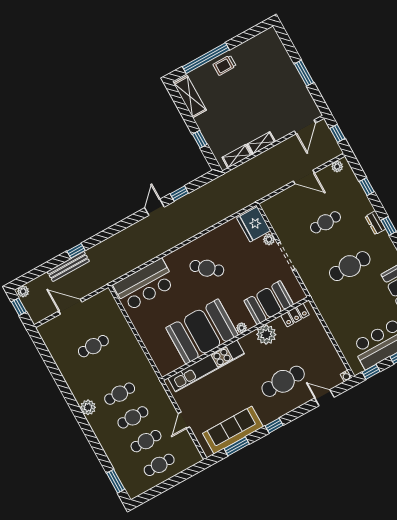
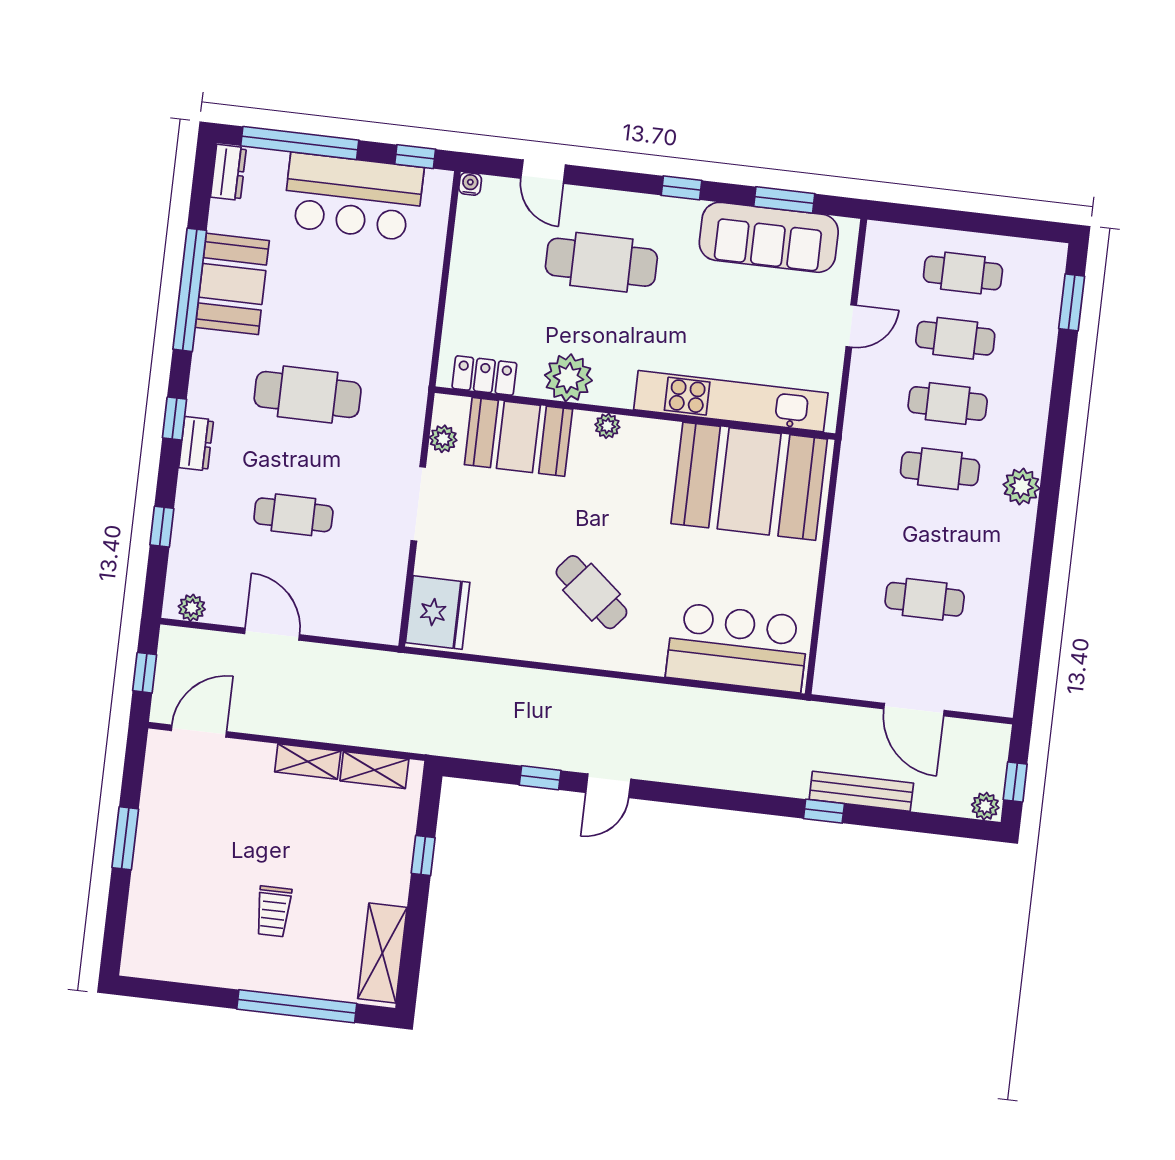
trolley: (225, 65) -> (273, 911), moved, turned 90
plant: (269, 239) -> (443, 439), moved
booth: (202, 332) -> (749, 481), moved

